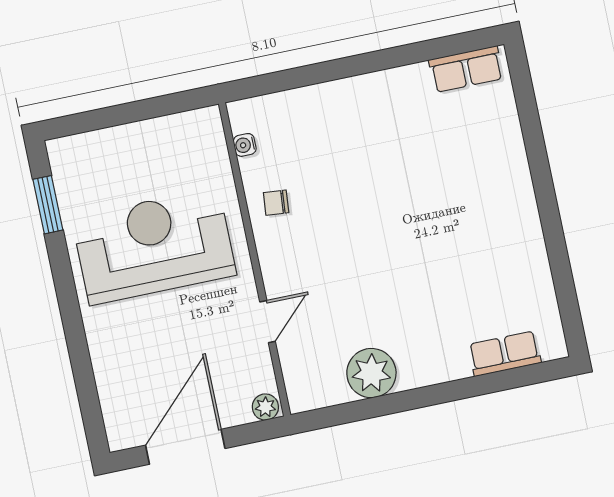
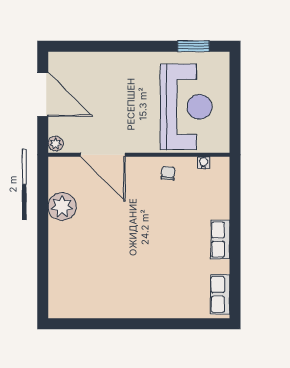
reception desk: (154, 246) -> (186, 107), moved
door: (268, 322) -> (103, 155), width x1.87
row of seats: (505, 354) -> (220, 240), moved, turned 180

